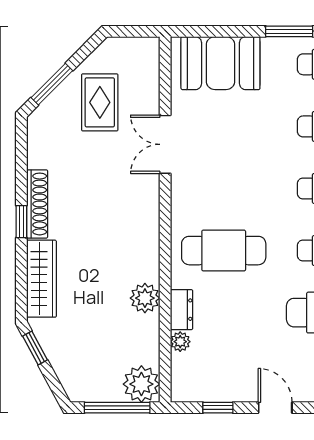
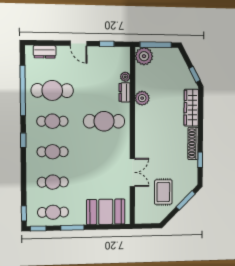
window: (21, 222) -> (200, 160), moved

